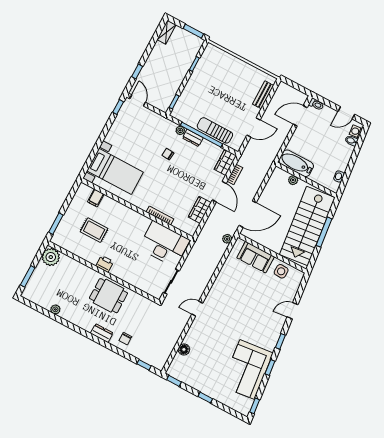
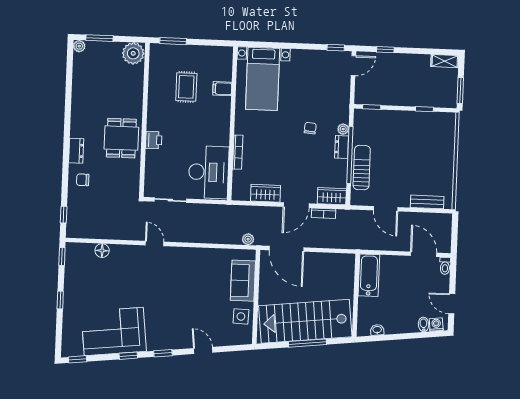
plant: (293, 180) -> (349, 281), removed
filing cabinet: (96, 198) -> (222, 89), moved
printer: (105, 264) -> (154, 140), moved
plant: (55, 309) -> (79, 46), moved

